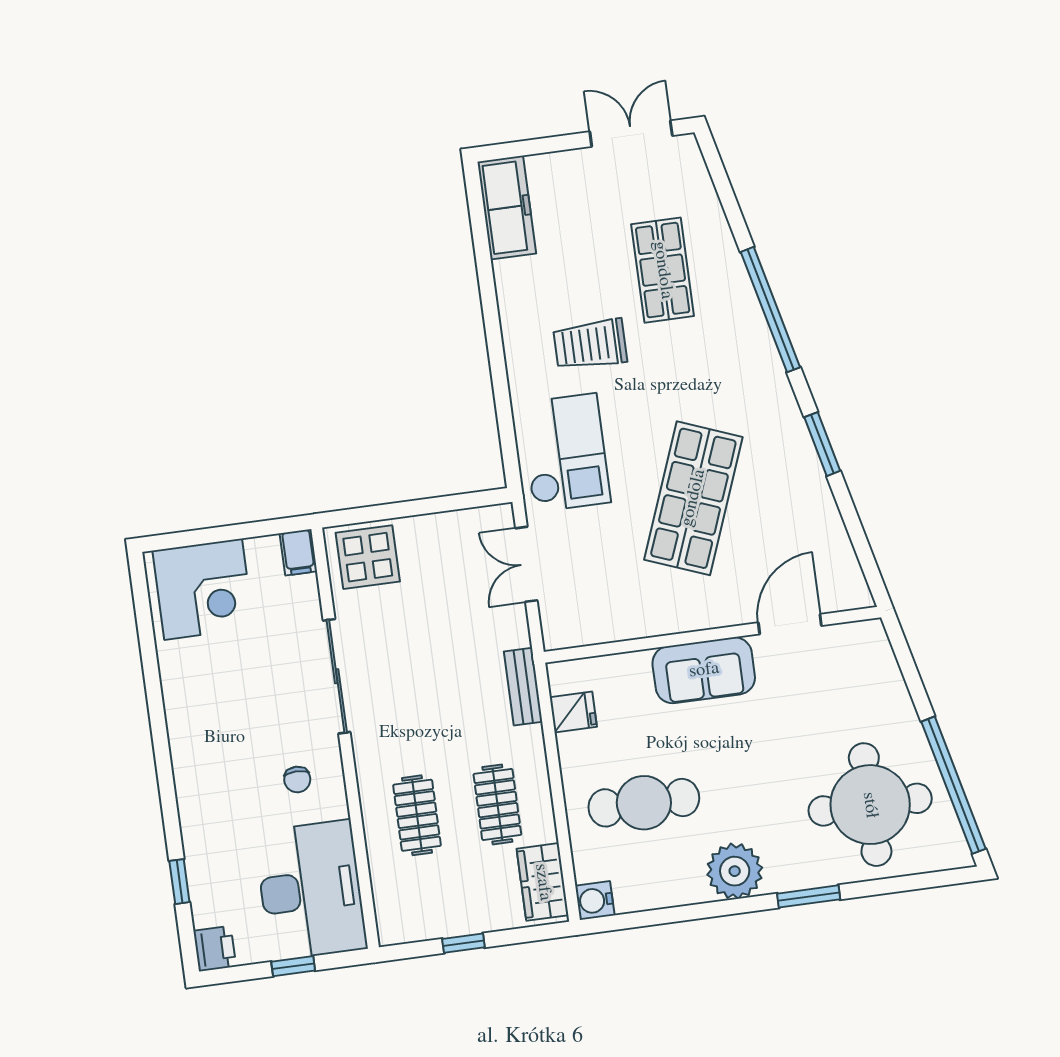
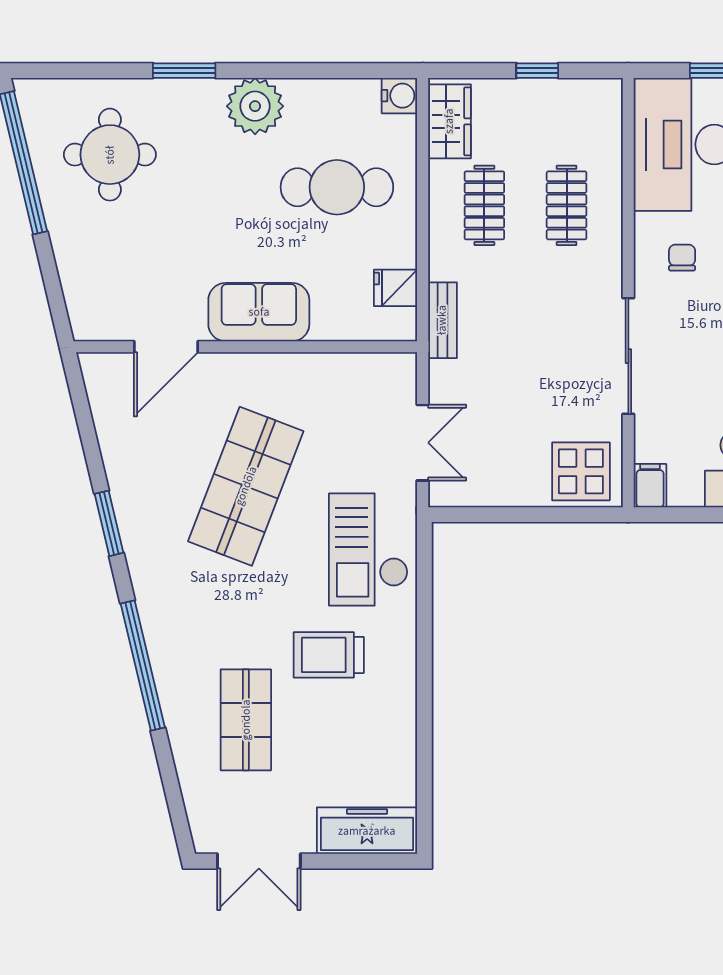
freezer: (507, 208) -> (367, 831), moved, turned 90
trolley: (590, 344) -> (329, 655), turned 180
round table: (870, 805) -> (110, 155), width x0.73, depth x0.73

